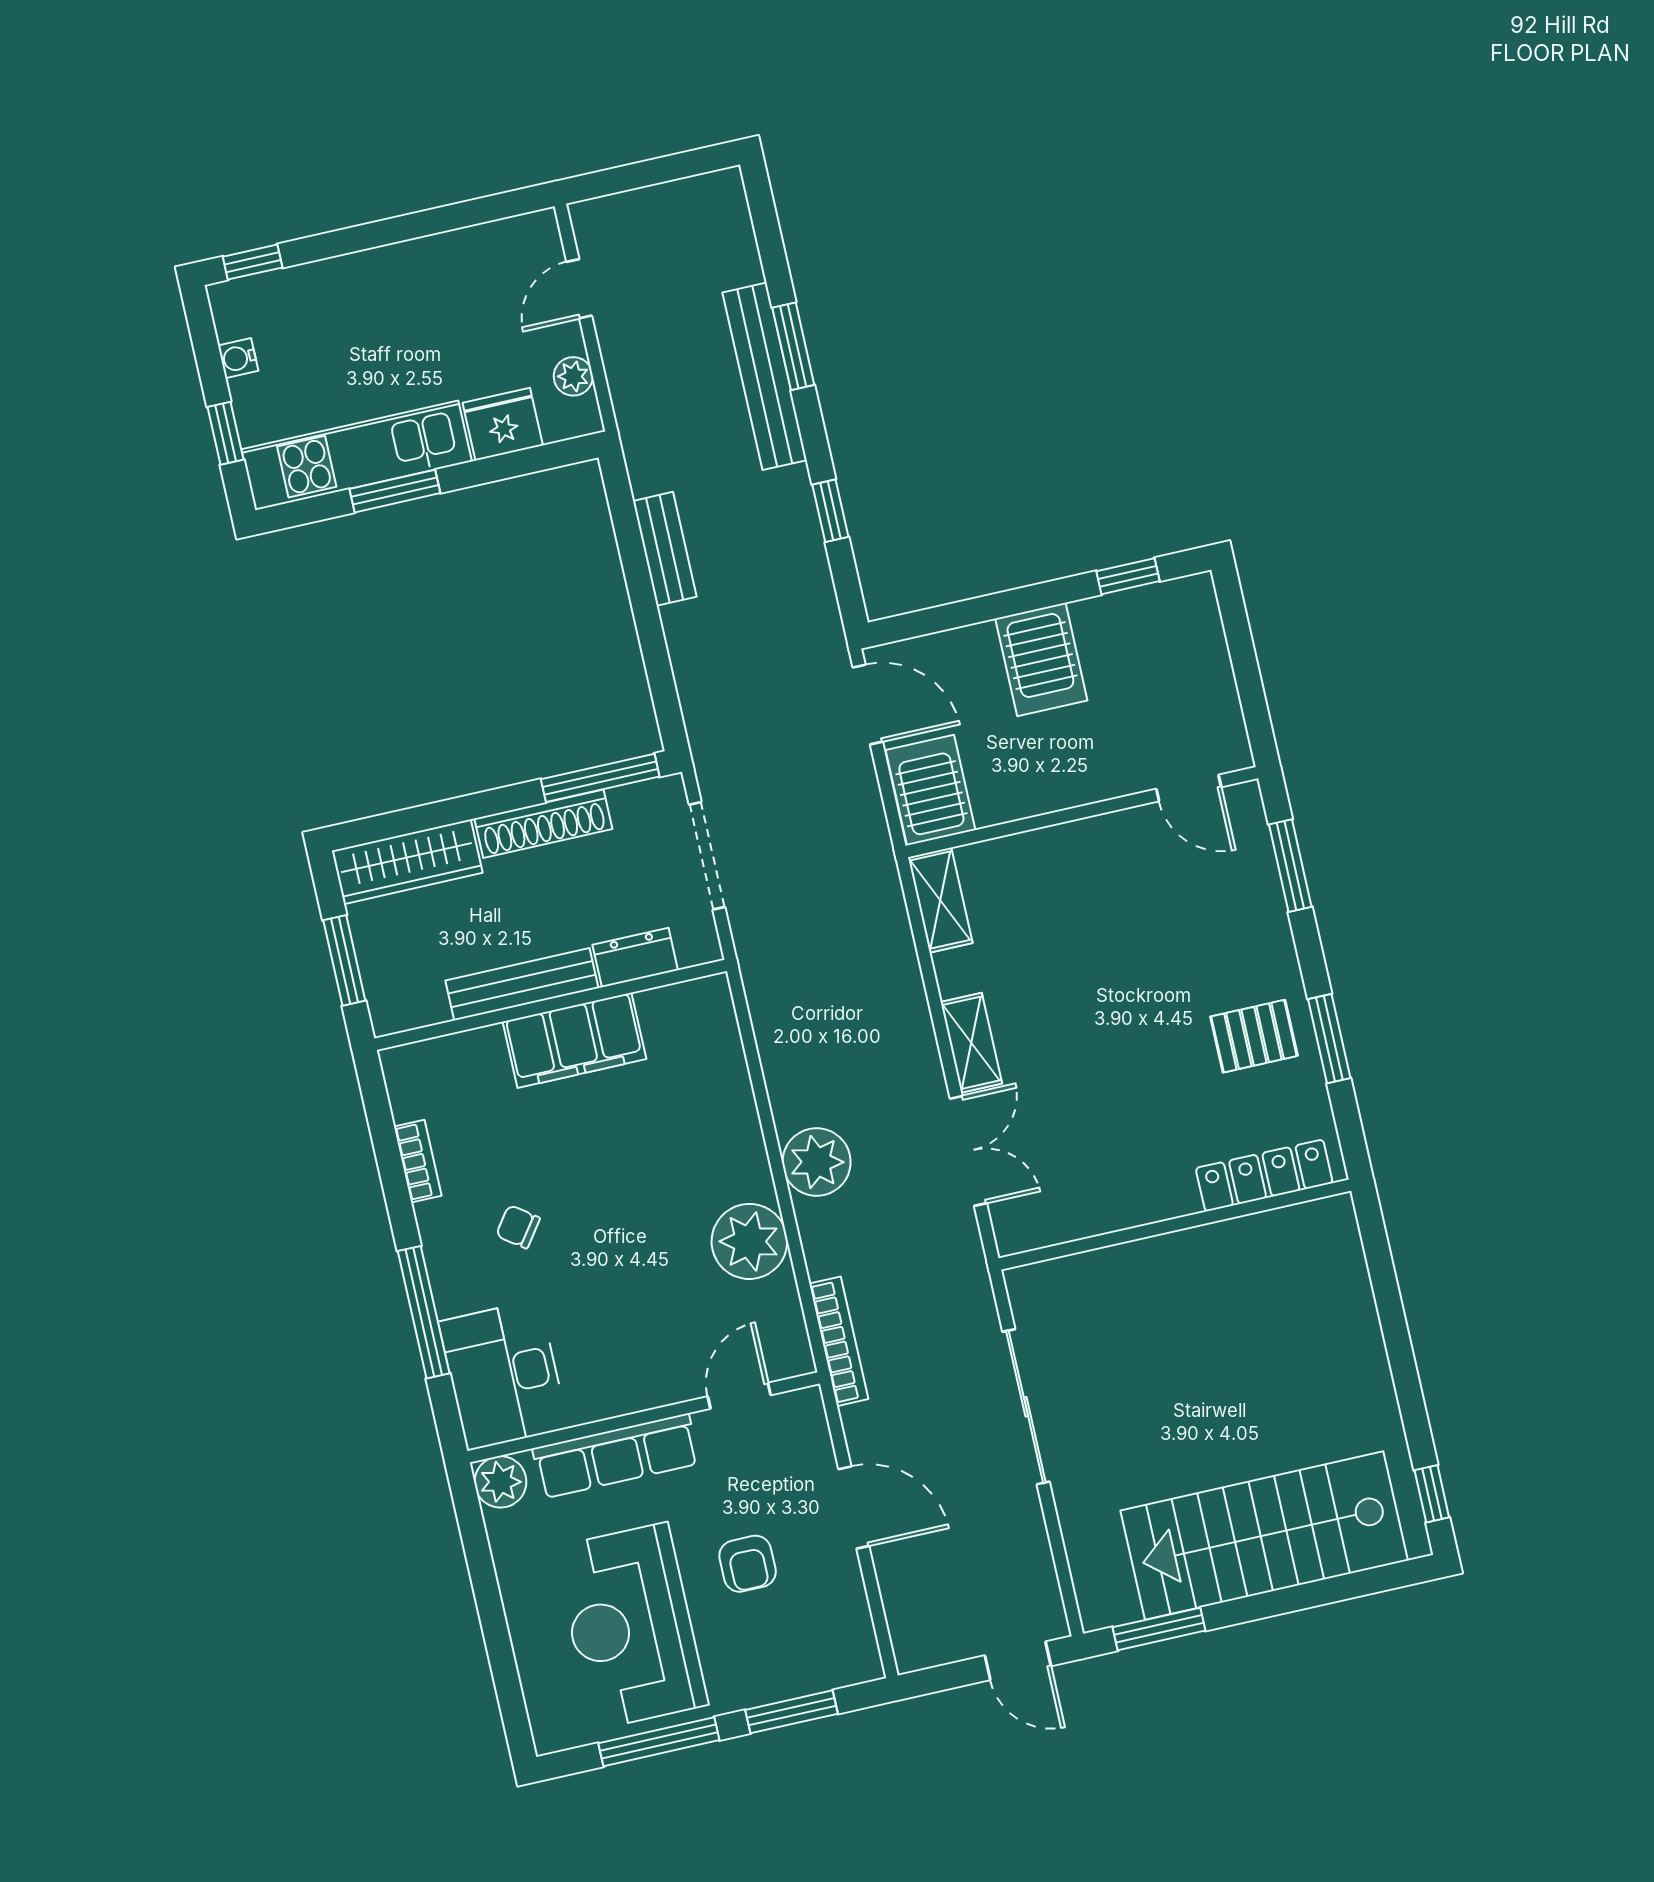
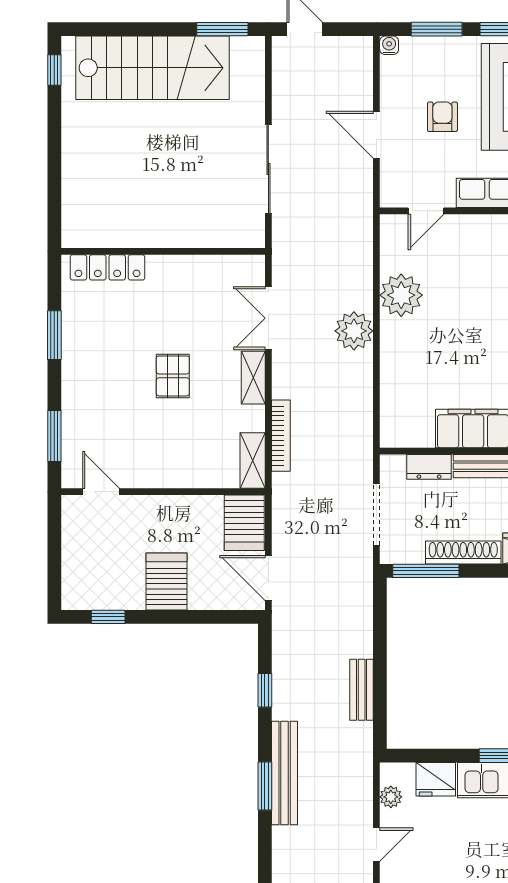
pallet: (1254, 1036) -> (173, 376), moved, turned 90
bookcase: (839, 1341) -> (281, 436), moved, turned 180
water cooler: (867, 1666) -> (389, 45), added

